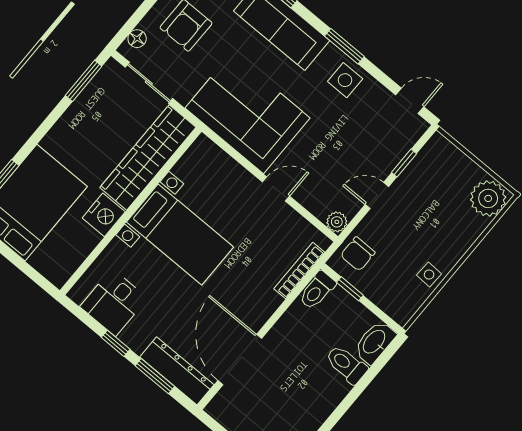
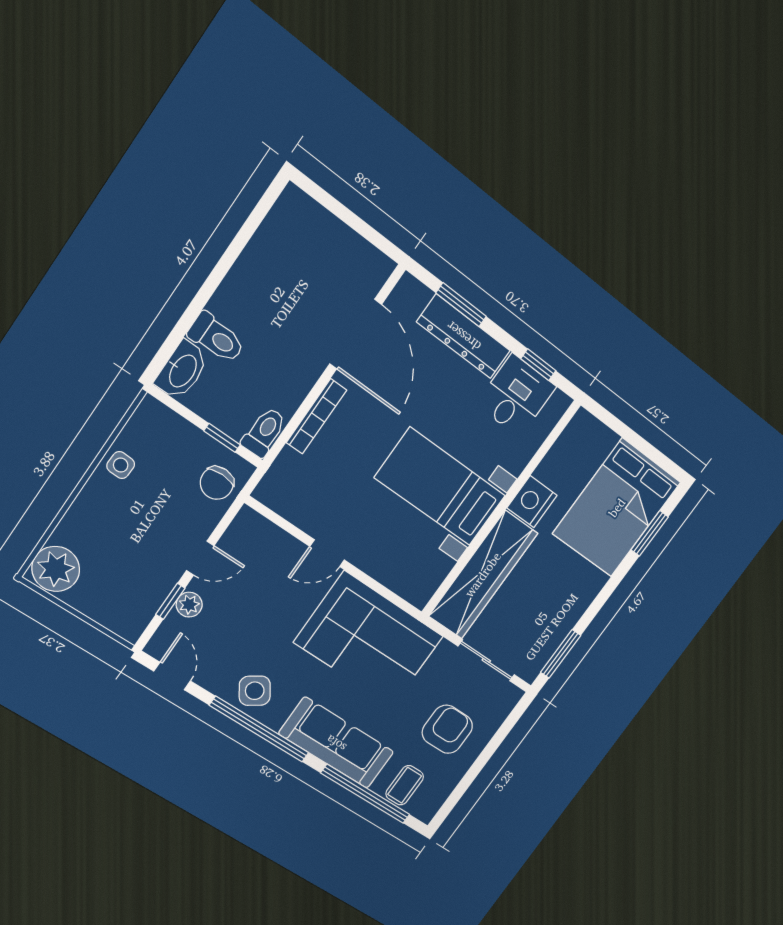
floor lamp: (137, 39) -> (502, 708), removed
window: (344, 46) -> (259, 729), width x2.11
side table: (345, 80) -> (255, 691), turned -34
door: (410, 101) -> (172, 676), swing flipped
plant: (337, 222) -> (189, 605), moved
chair: (358, 254) -> (217, 483), turned 180
bookcase: (299, 271) -> (316, 416), moved
window: (116, 343) -> (538, 365), moved
dresser: (177, 371) -> (464, 336), moved

